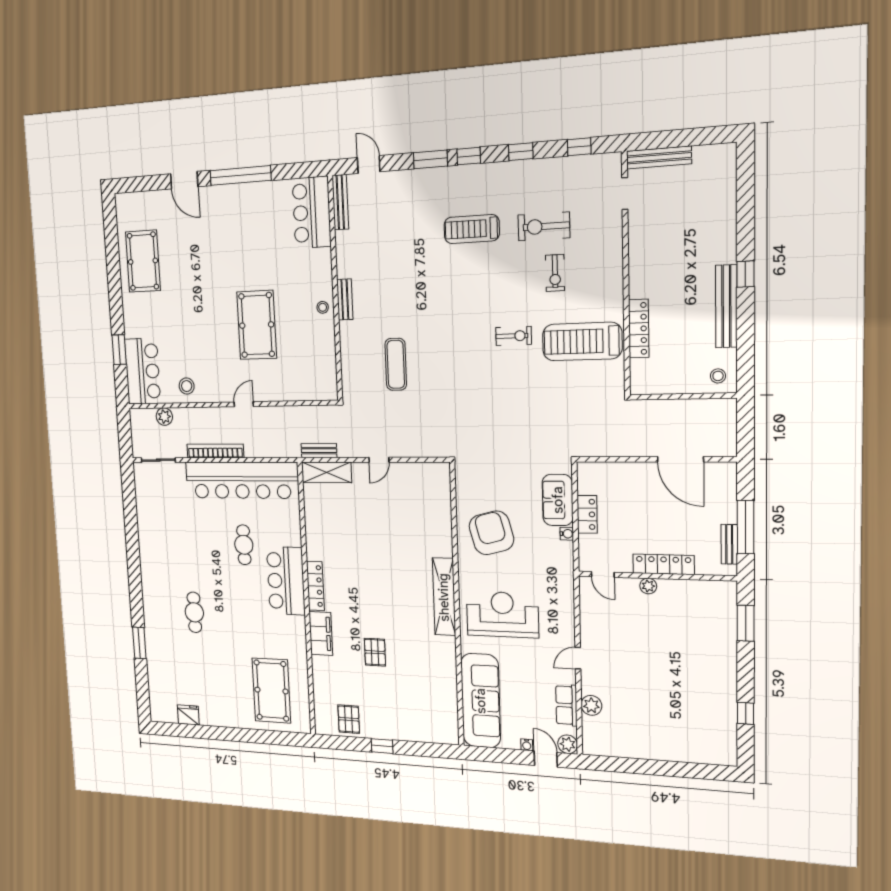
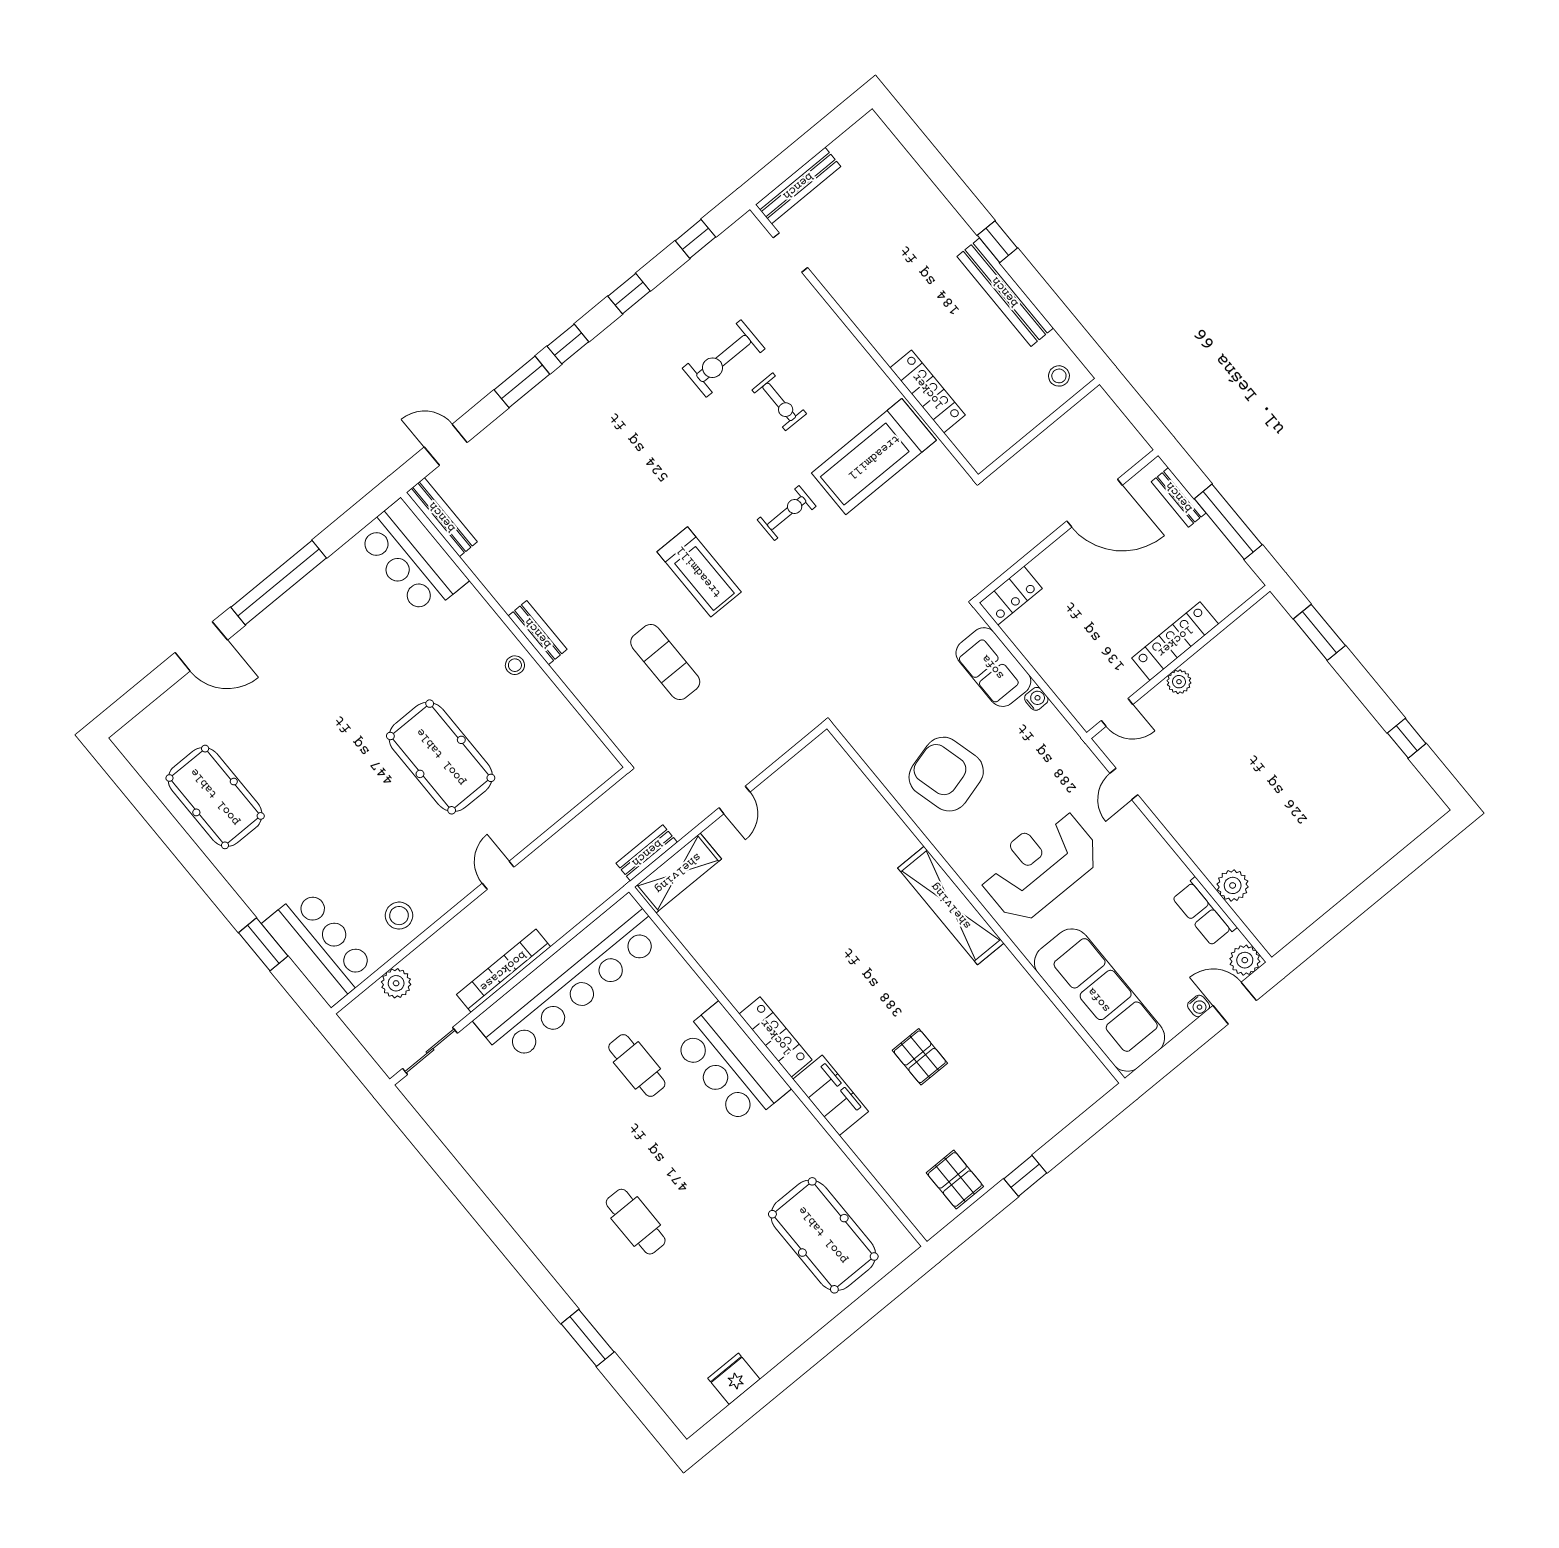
treadmill: (472, 229) -> (699, 572), moved, turned -90
locker: (587, 514) -> (1011, 596), moved, turned 90
bench: (729, 544) -> (1179, 497), moved
door: (578, 658) -> (1124, 784), moved

